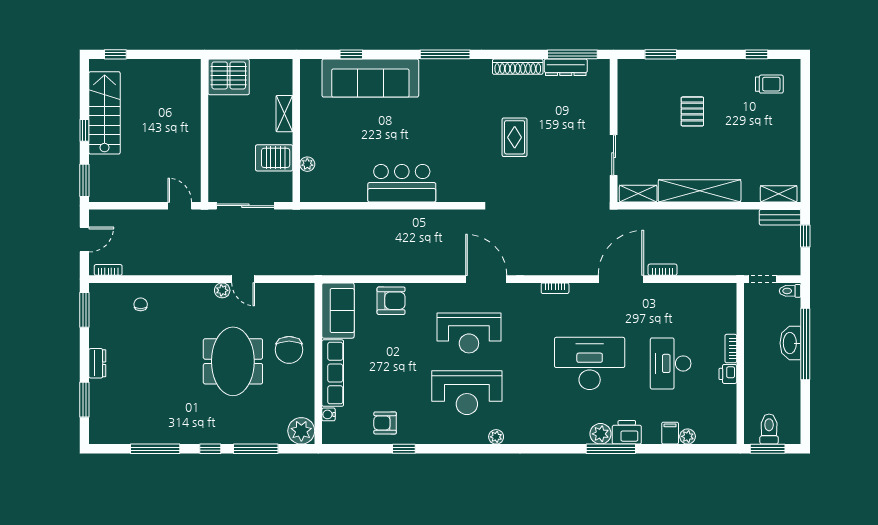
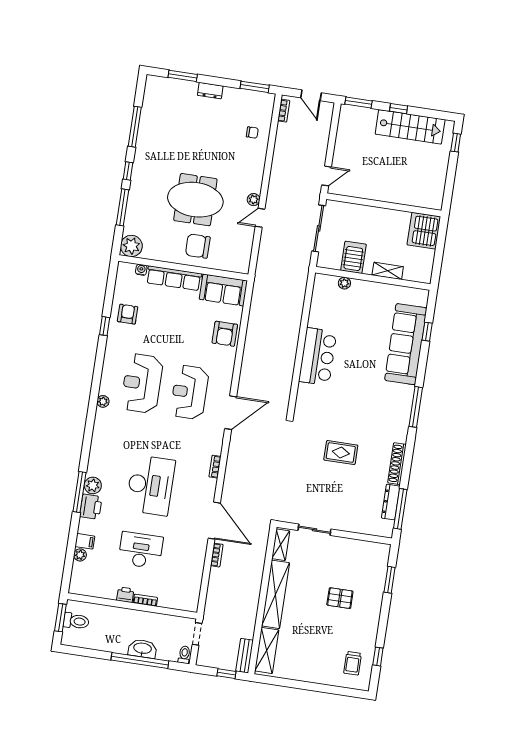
shelving: (779, 194) -> (267, 650), width x1.50, depth x1.33

